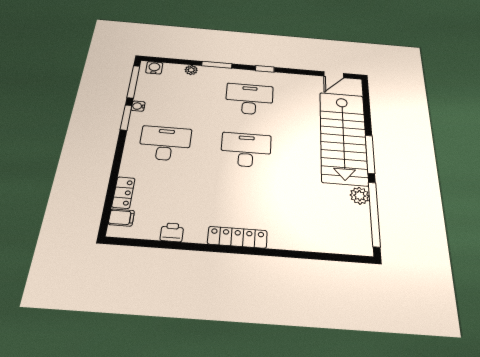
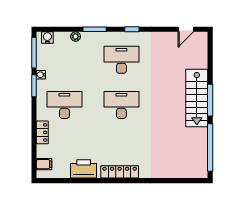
stairs: (343, 137) -> (197, 98), width x0.73, depth x0.66
locker: (123, 193) -> (42, 132), moved
plant: (360, 196) -> (201, 135), removed
printer: (172, 232) -> (84, 169), width x1.87, depth x1.48

